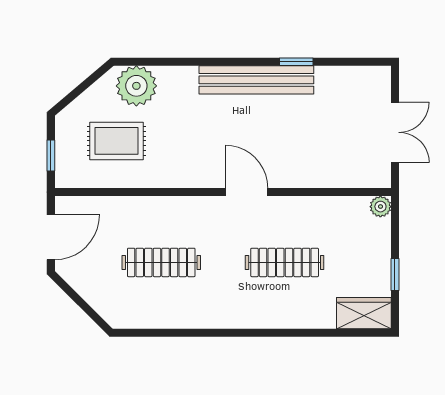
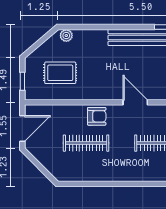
plant: (136, 86) -> (66, 36), width x0.53, depth x0.53
armchair: (180, 216) -> (97, 116), added

